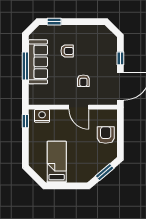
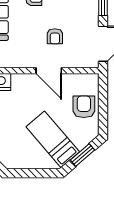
bed: (57, 162) -> (53, 139), moved, turned -41

